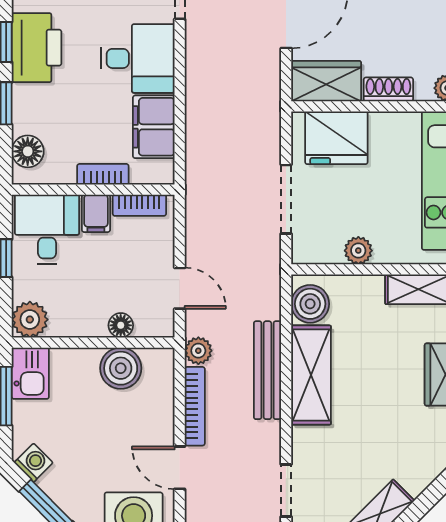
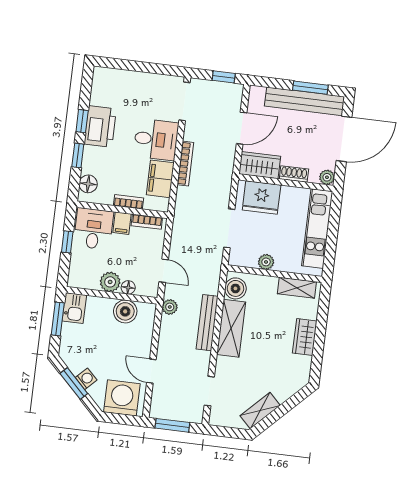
plant: (30, 320) -> (110, 282), moved
bookcase: (195, 406) -> (185, 164), moved
washing machine: (34, 463) -> (86, 379), moved

